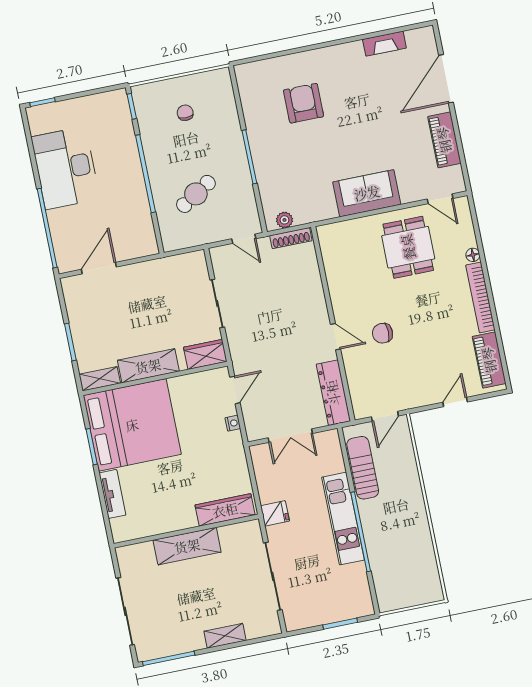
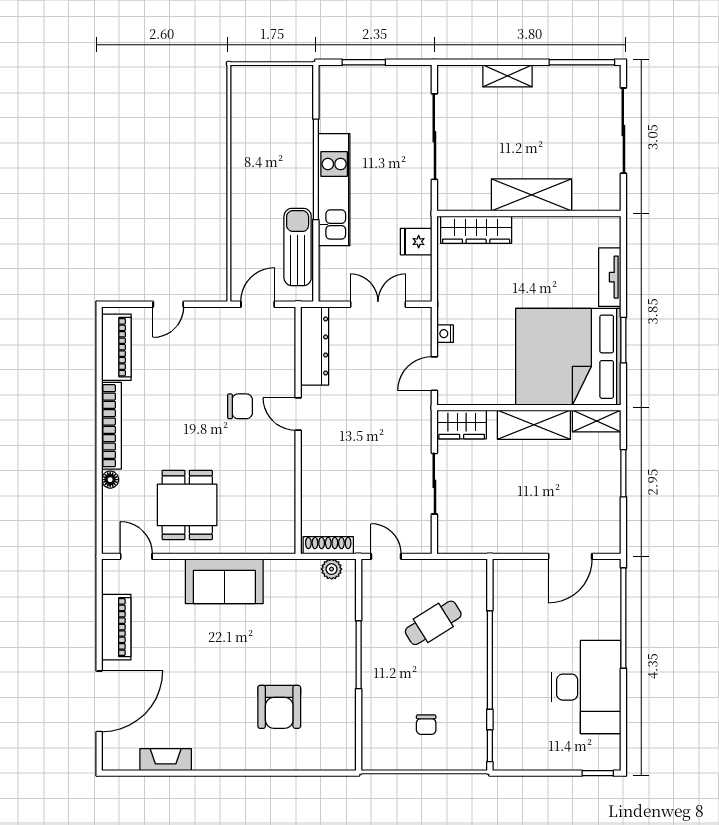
sun lounger: (363, 468) -> (298, 247), turned 180
fridge: (275, 513) -> (416, 242), moved

